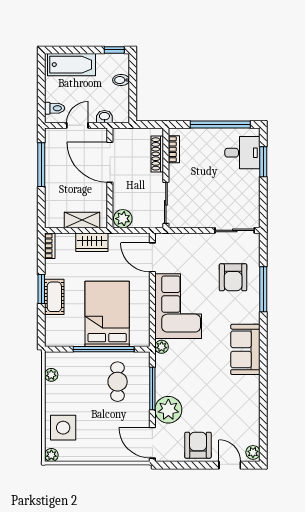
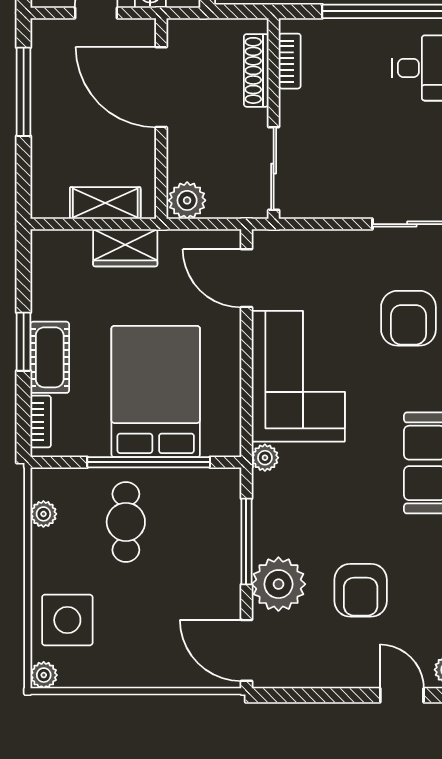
bookcase: (50, 246) -> (41, 422), moved
cafe table: (118, 382) -> (126, 522), moved
armchair: (198, 445) -> (361, 590), moved, turned 180

